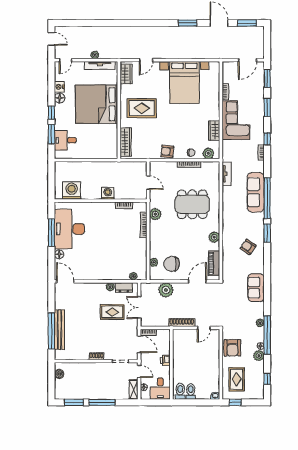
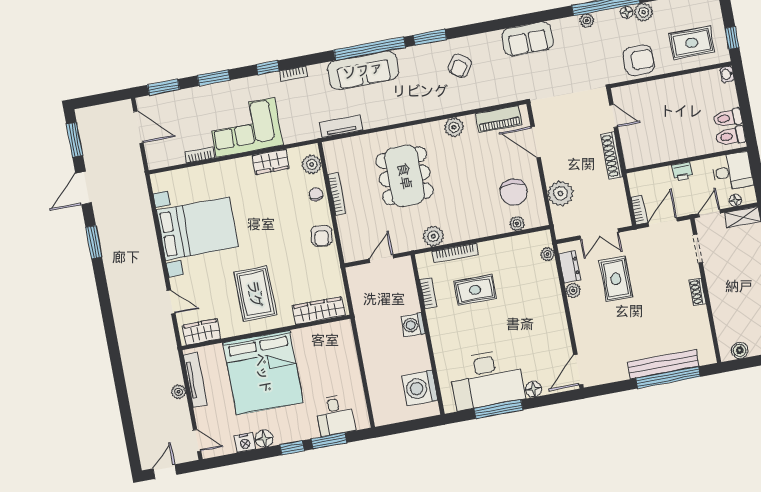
rug: (121, 232) -> (475, 290), added

